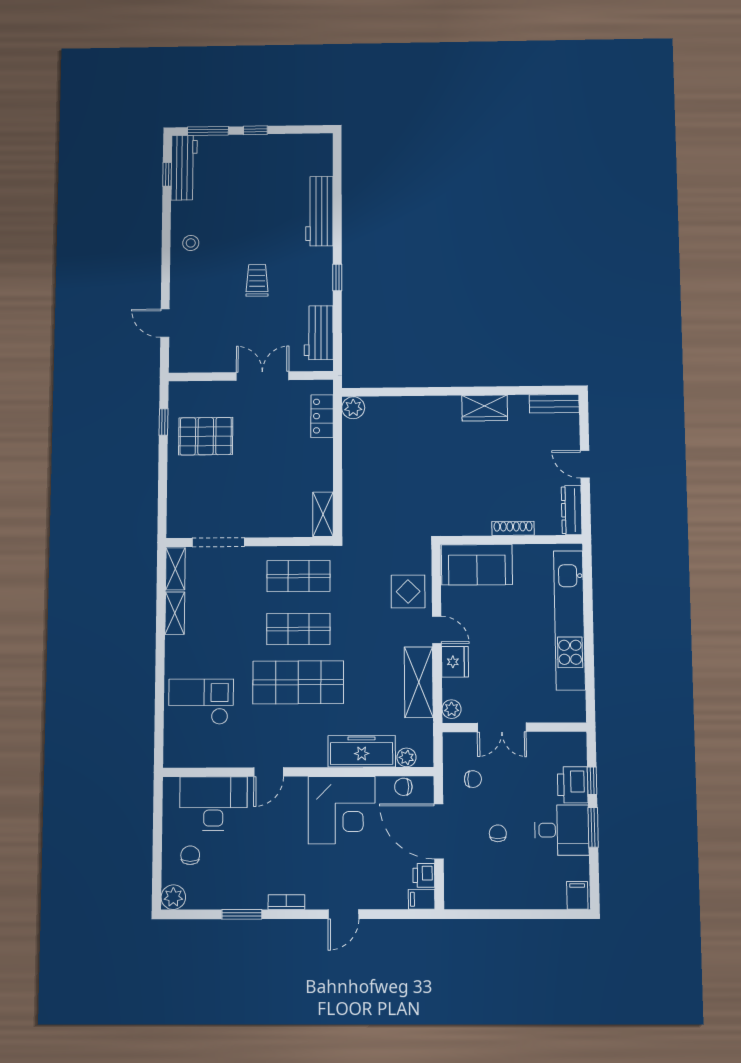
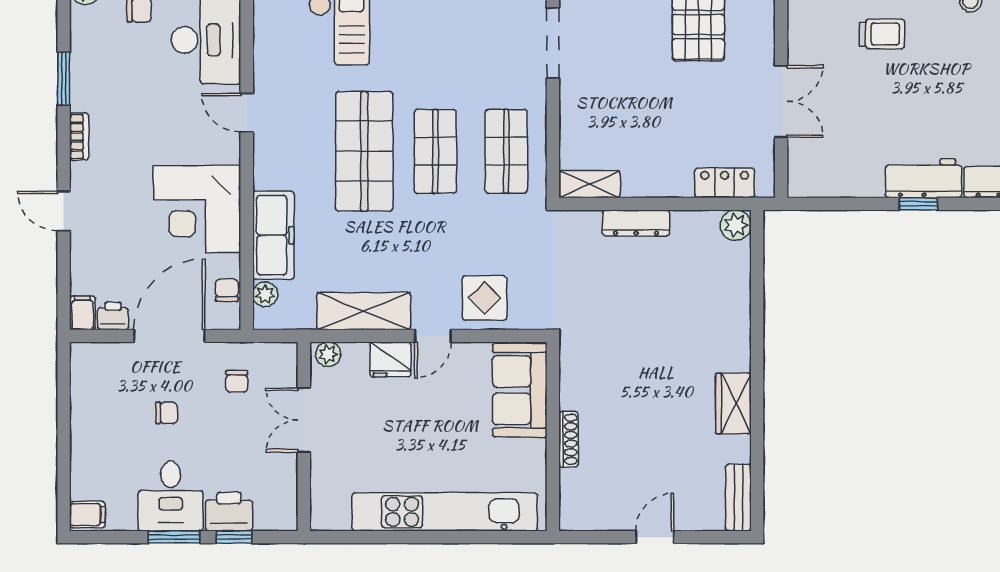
trolley: (257, 280) -> (882, 34), moved
workbench: (319, 333) -> (924, 178), moved
dresser: (572, 510) -> (636, 223), moved, turned 180

